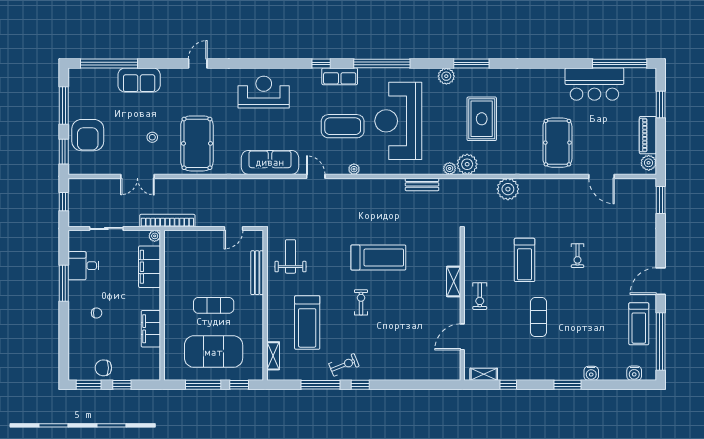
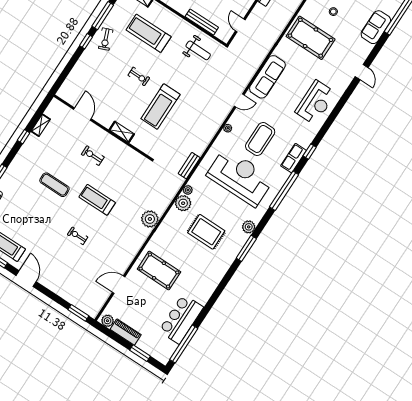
shelving: (454, 281) -> (122, 132), moved
wall: (462, 305) -> (103, 127), moved
door: (462, 337) -> (82, 114), moved

